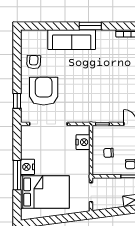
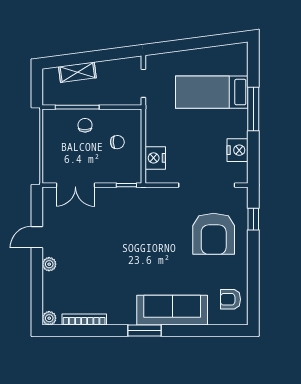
armchair: (34, 62) -> (230, 299), moved, turned 87
nightstand: (28, 167) -> (238, 150), moved
bed: (45, 192) -> (212, 92), width x0.67

